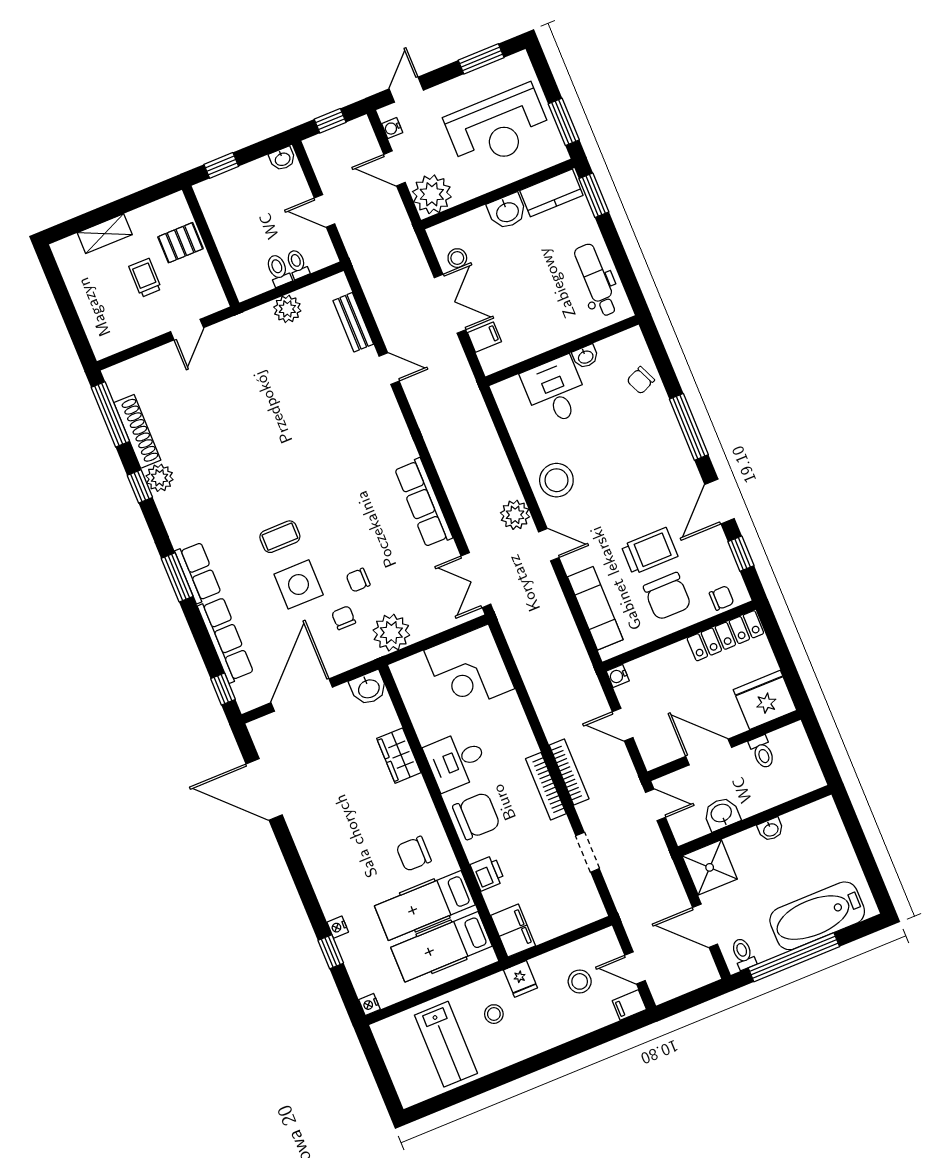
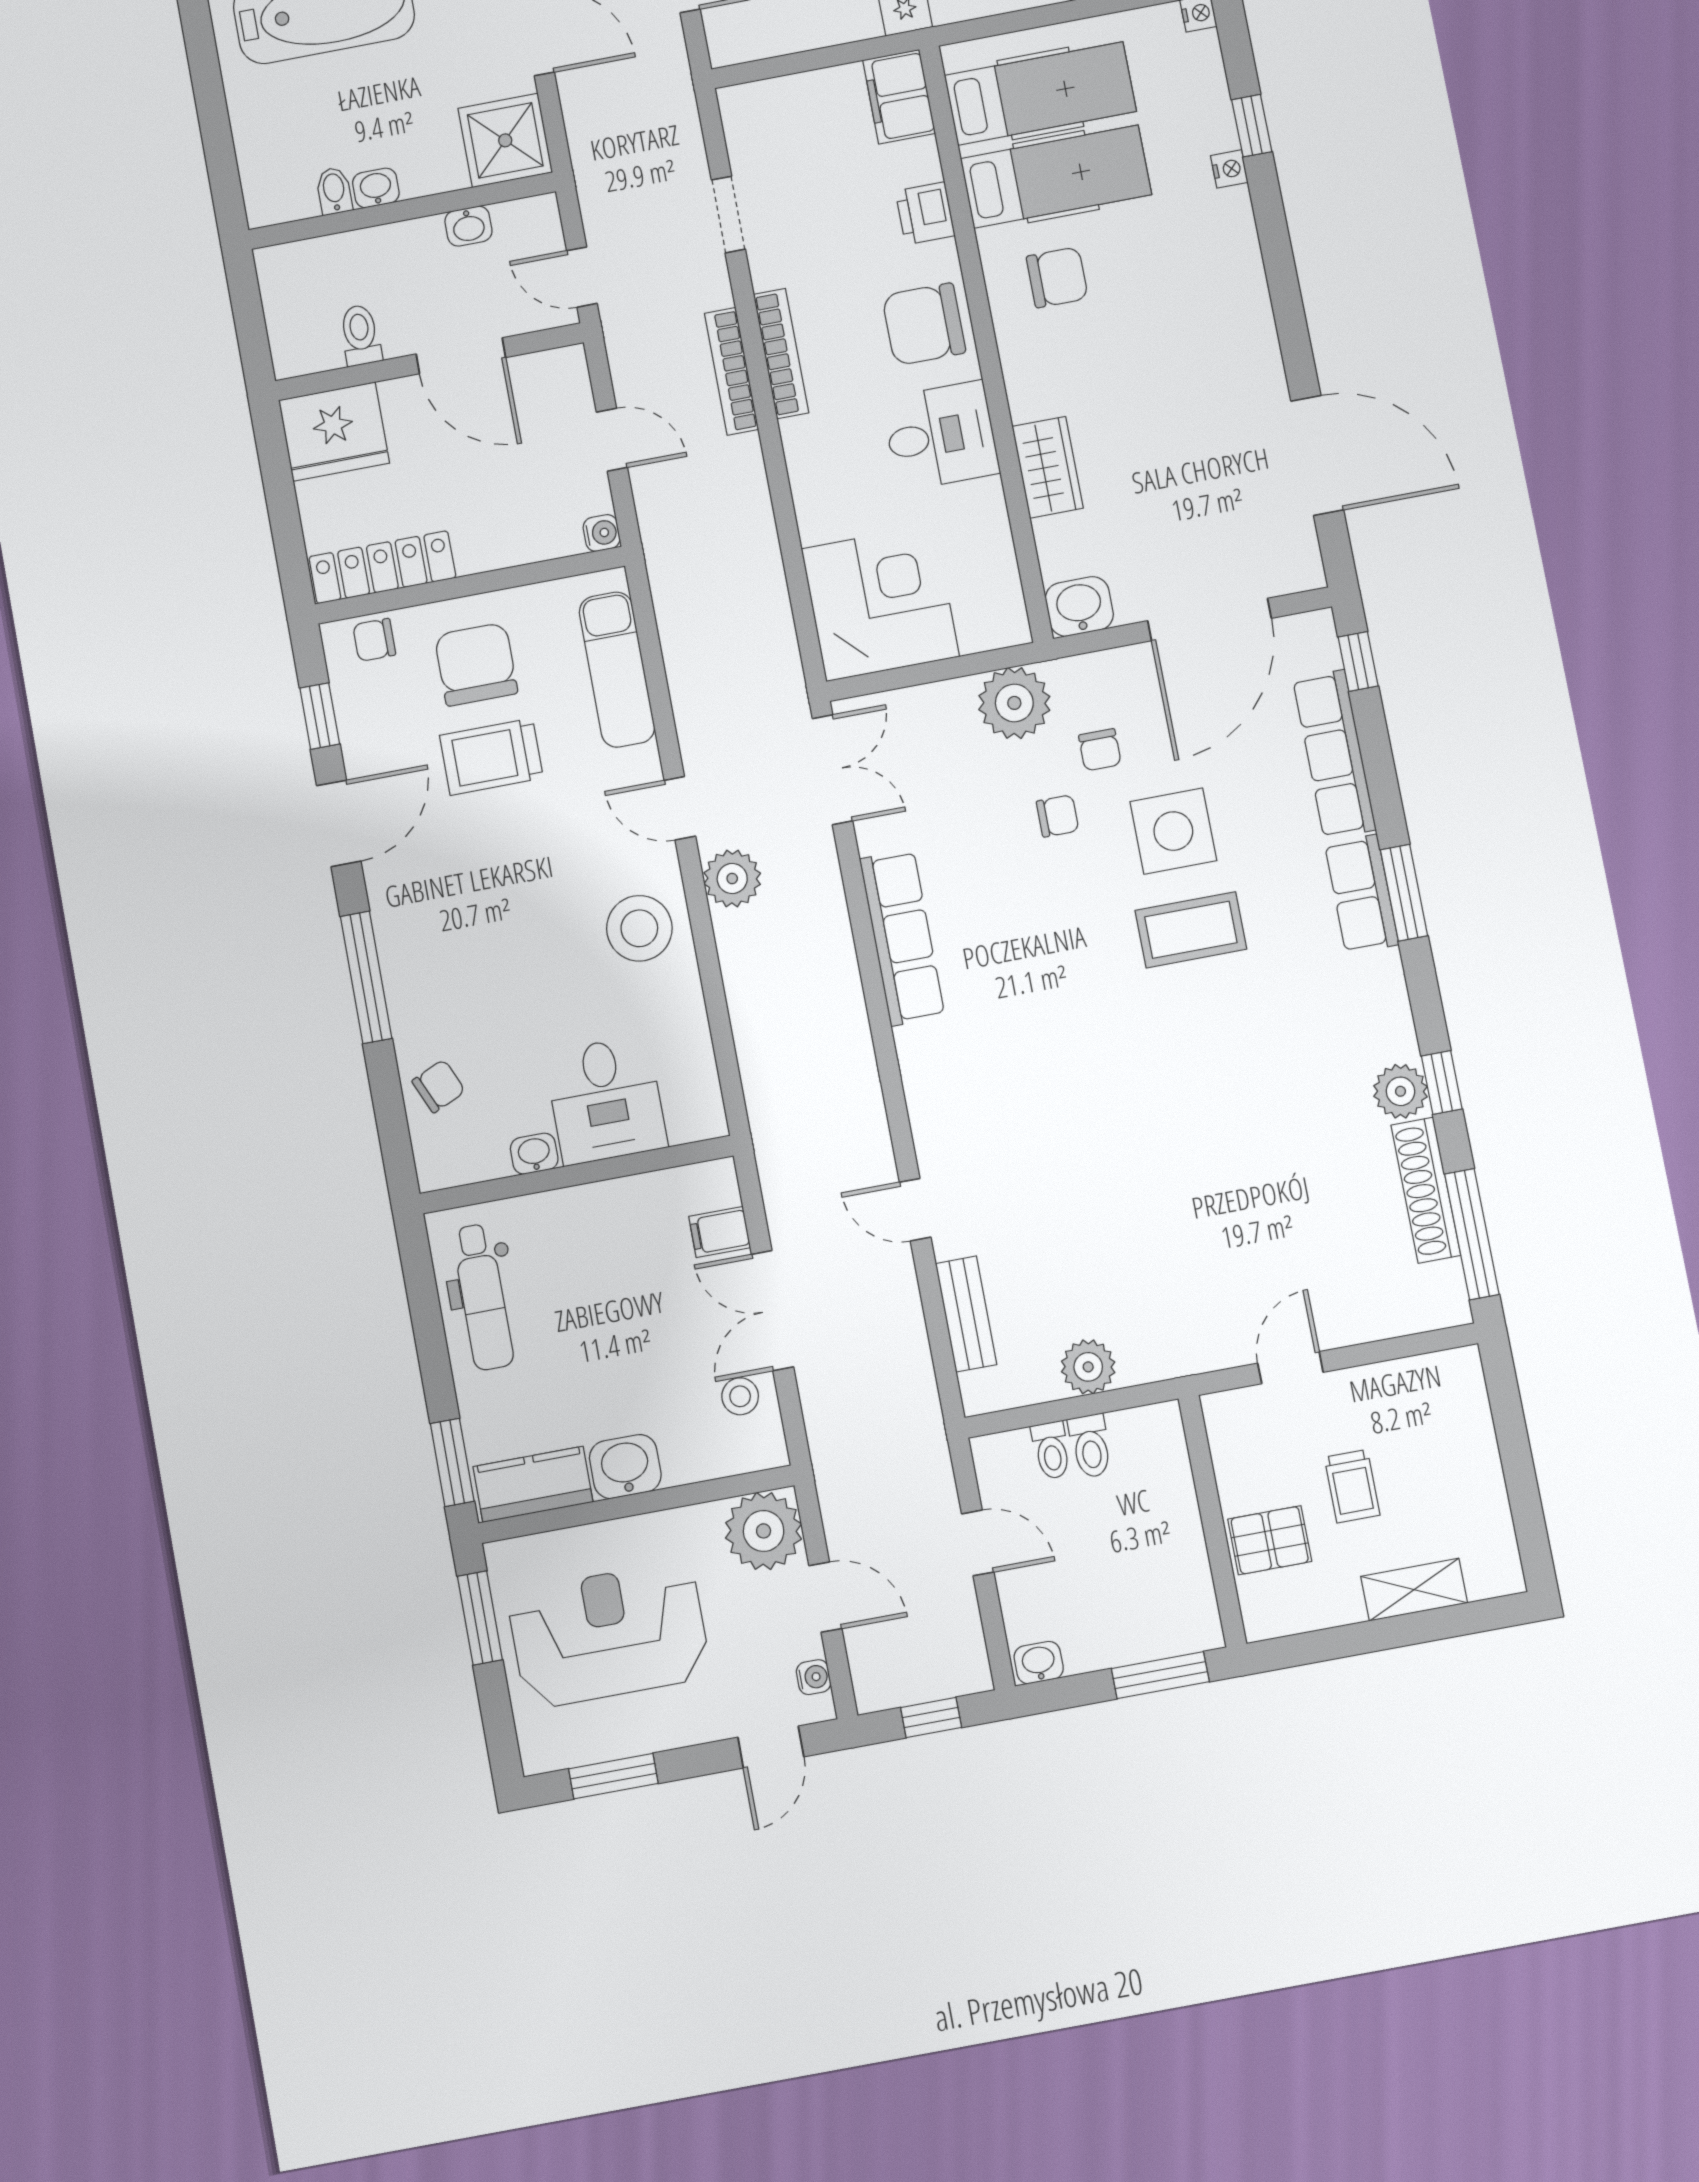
window: (221, 165) -> (1160, 1675), width x1.50
coffee table: (280, 537) -> (1191, 930), width x1.36, depth x1.30
washbasin: (722, 814) -> (468, 226), width x0.72, depth x0.69
bidet: (792, 824) -> (334, 191), added

